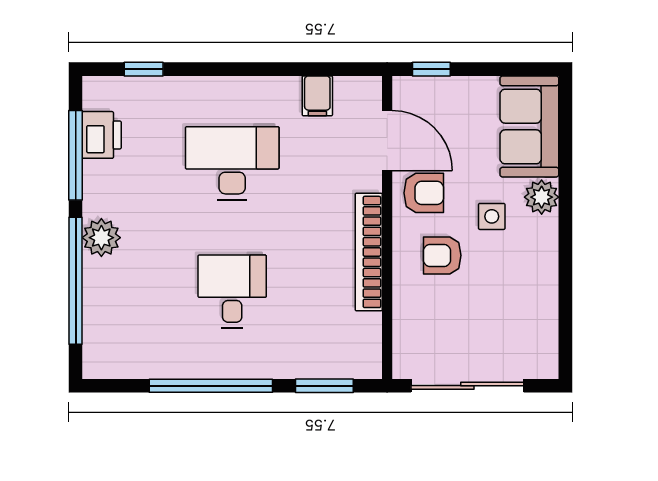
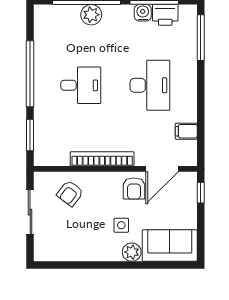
window: (144, 69) -> (201, 38), width x2.17
water cooler: (98, 177) -> (143, 13), added
plant: (101, 238) -> (91, 15), moved
armchair: (442, 255) -> (70, 193), moved, turned -142
sliding door: (467, 386) -> (30, 212), width x0.73

